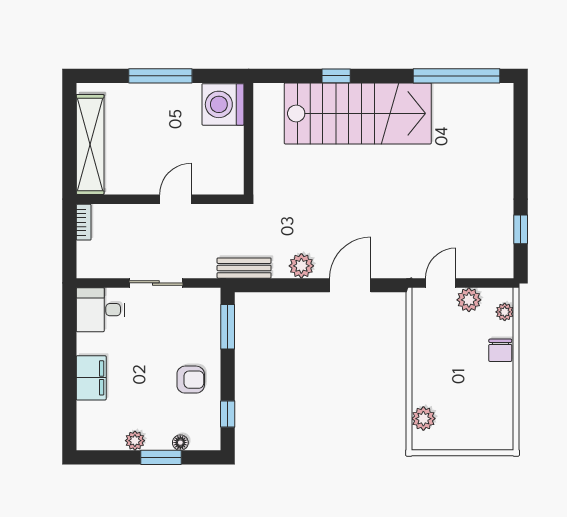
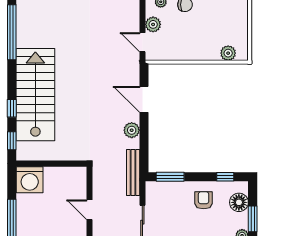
window: (285, 76) -> (12, 141), added
bench: (244, 268) -> (133, 173), width x1.36
floor lamp: (180, 443) -> (239, 202), width x1.89, depth x1.89

